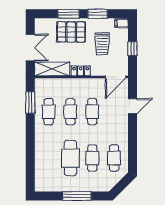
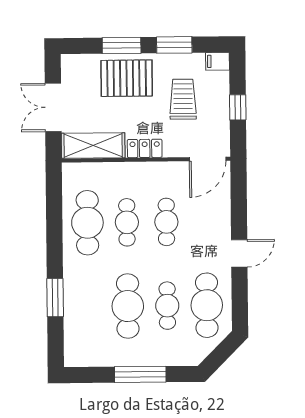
trolley: (102, 44) -> (183, 99), turned 180
double door: (30, 48) -> (53, 107), swing flipped
window: (30, 103) -> (55, 298), moved
door: (132, 106) -> (239, 253), moved
cafe table: (49, 112) -> (87, 223), width x1.37, depth x1.35
cafe table: (114, 158) -> (207, 305), width x1.37, depth x1.35

